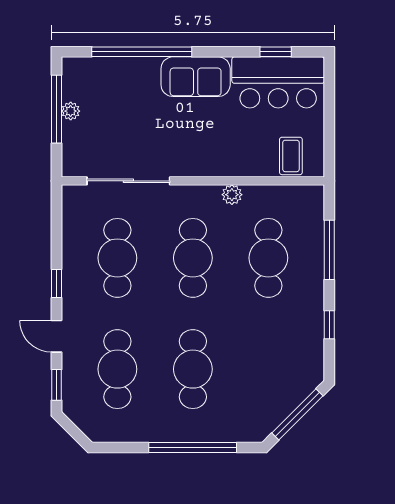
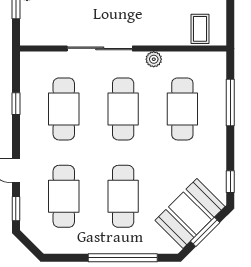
sliding door: (128, 181) -> (100, 48), moved
window: (57, 283) -> (16, 104), moved
window: (329, 325) -> (230, 182), moved
booth: (278, 391) -> (190, 213), added
window: (297, 414) -> (205, 232), width x0.69

